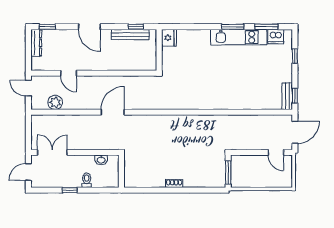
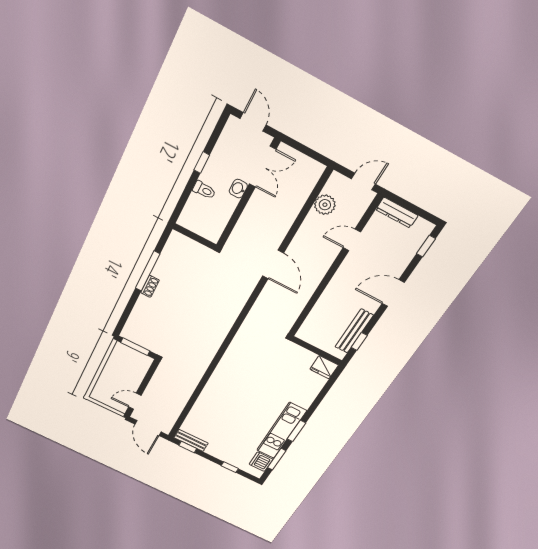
dresser: (36, 43) -> (397, 213), moved
washbasin: (101, 160) -> (238, 189), moved
window: (163, 190) -> (148, 271), added

